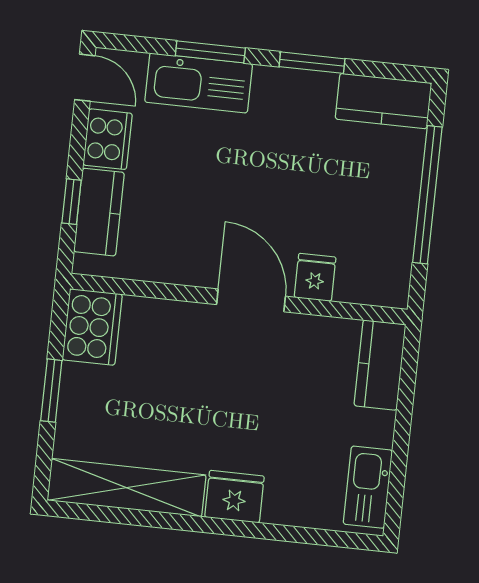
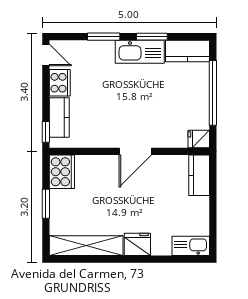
kitchen sink: (199, 83) -> (140, 52), moved
window: (72, 202) -> (46, 132), moved
fridge: (315, 277) -> (199, 139), moved, turned -90
door: (251, 300) -> (135, 151), swing flipped
kitchen sink: (368, 487) -> (191, 246), moved, turned 90

